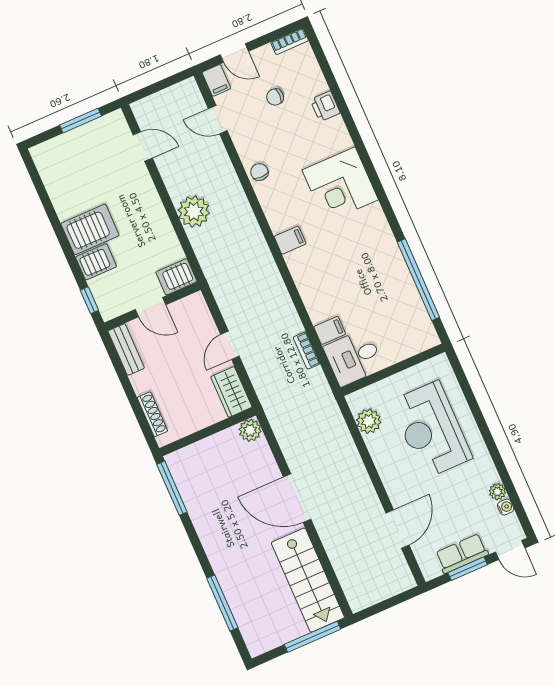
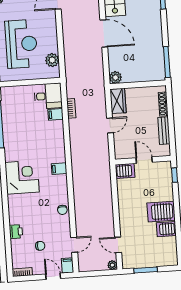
door: (218, 120) -> (74, 245), hinge flipped
corner desk: (340, 185) -> (22, 177), moved
plant: (194, 212) -> (112, 265), moved, width x0.53, depth x0.53
server rack: (96, 262) -> (166, 229), moved
bench: (126, 349) -> (164, 131), moved

